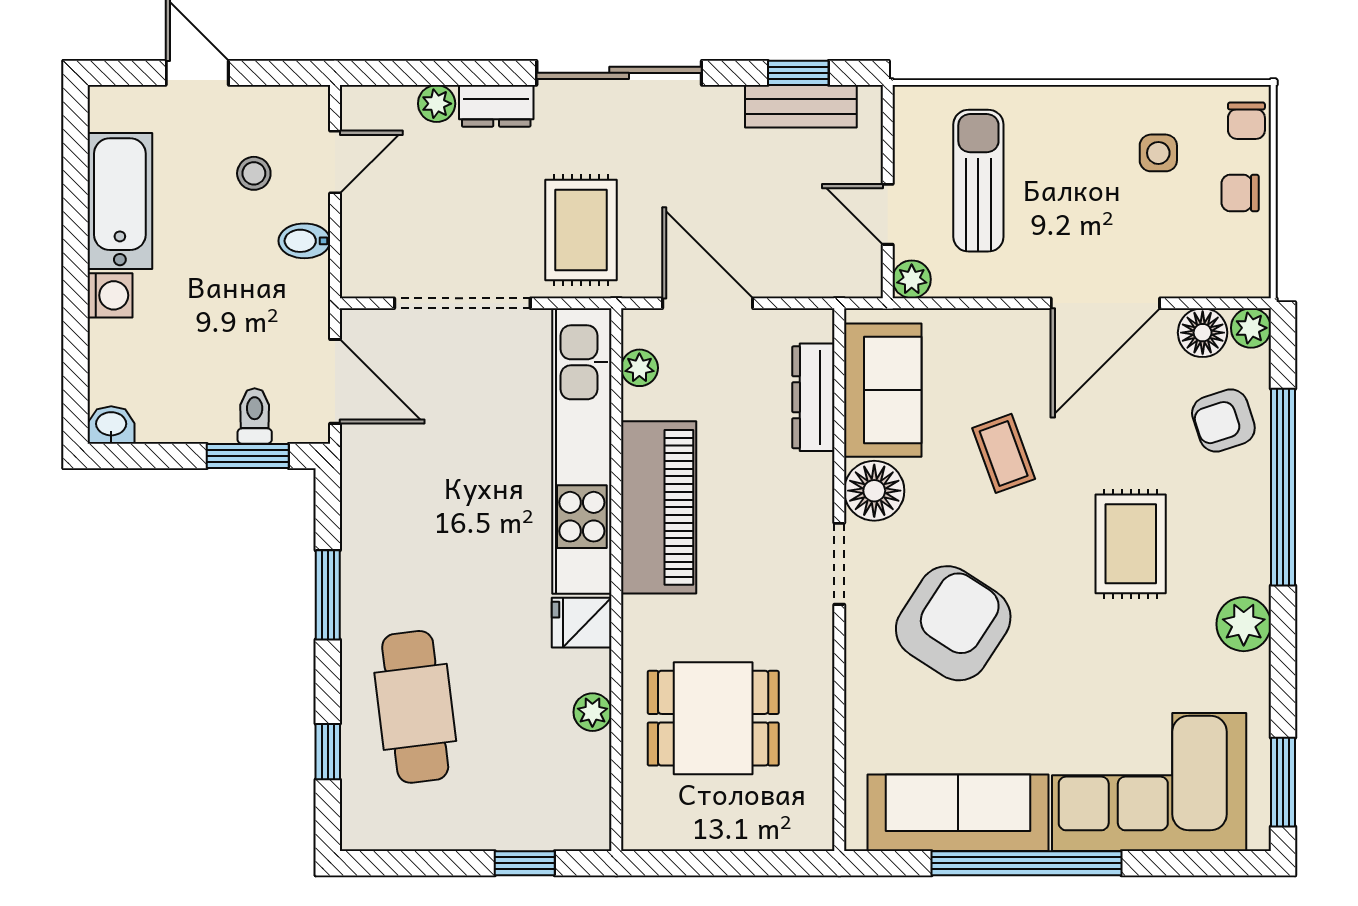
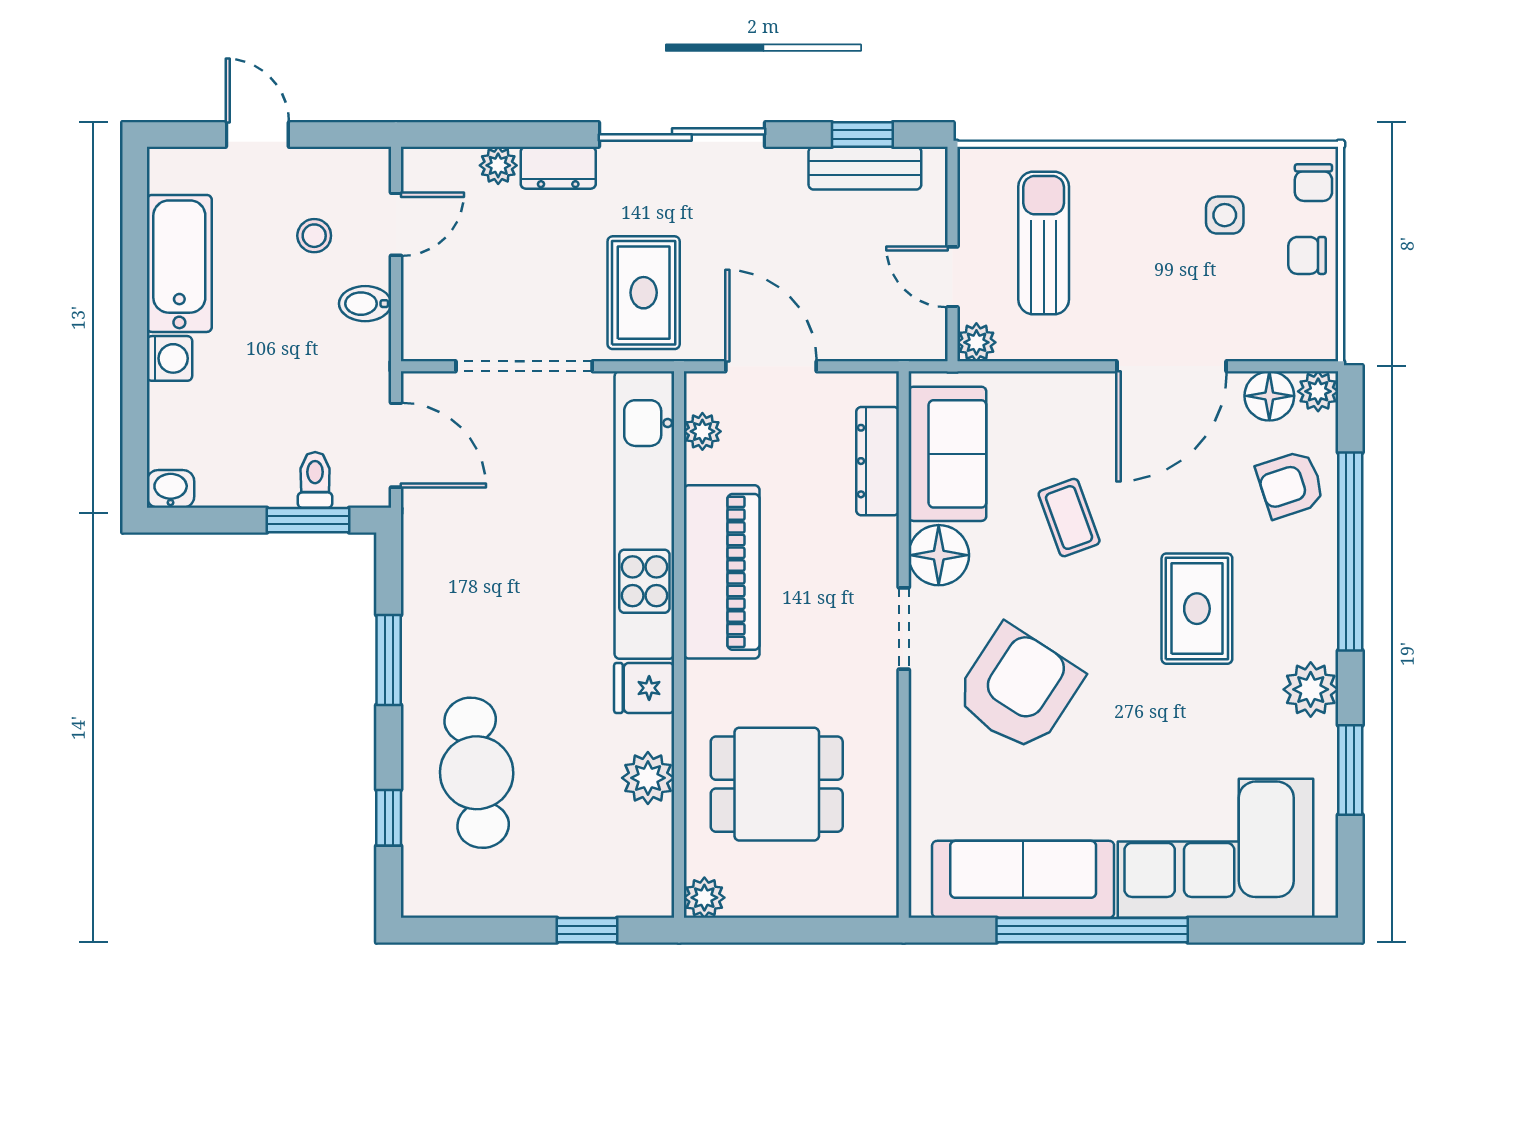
plant: (592, 712) -> (648, 778), width x1.38, depth x1.38
window: (1283, 782) -> (1350, 770), moved
plant: (641, 831) -> (704, 898), added

